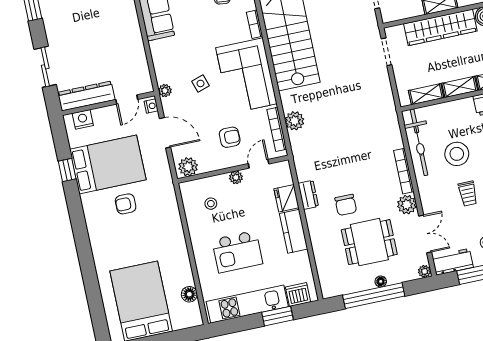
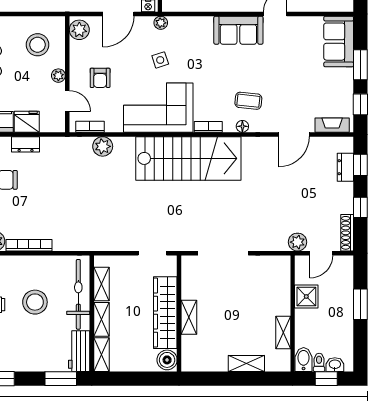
bookcase: (277, 129) -> (90, 127), width x0.64
bicycle: (419, 142) -> (78, 294), moved, turned 90
stool: (211, 204) -> (38, 45), width x1.89, depth x1.89

